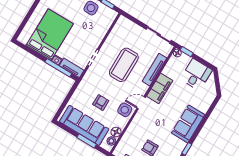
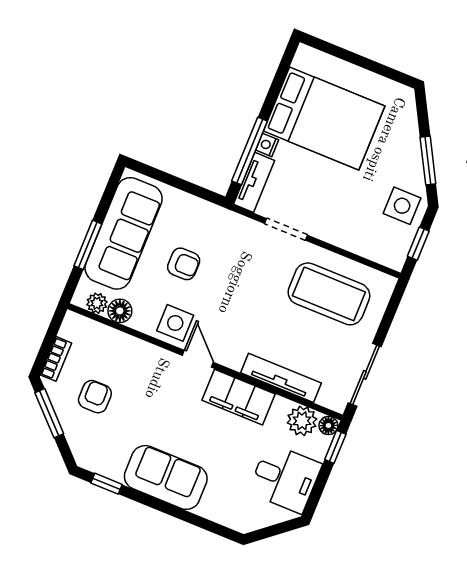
plant: (174, 64) -> (302, 421), added
coffee table: (124, 65) -> (329, 294), moved

